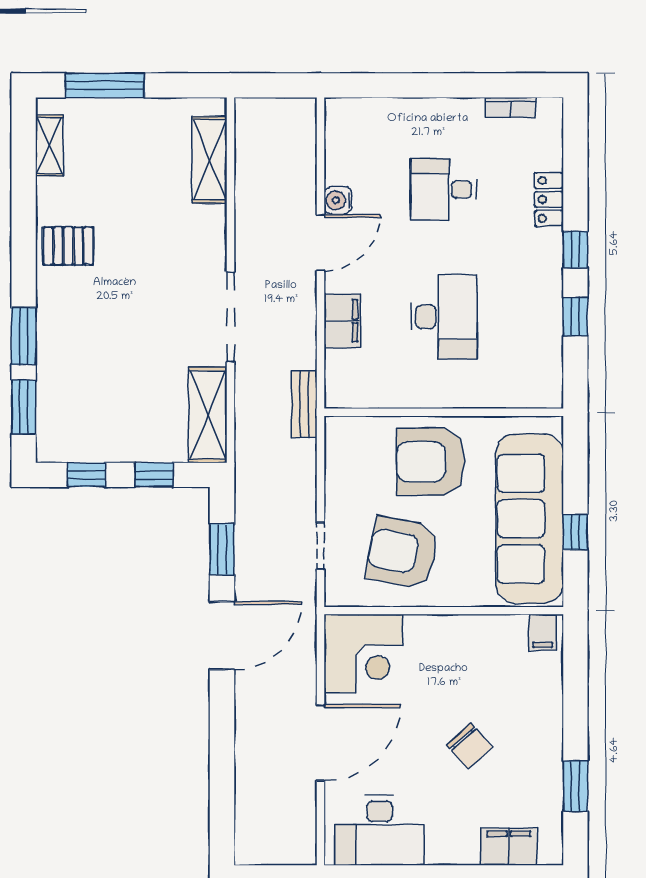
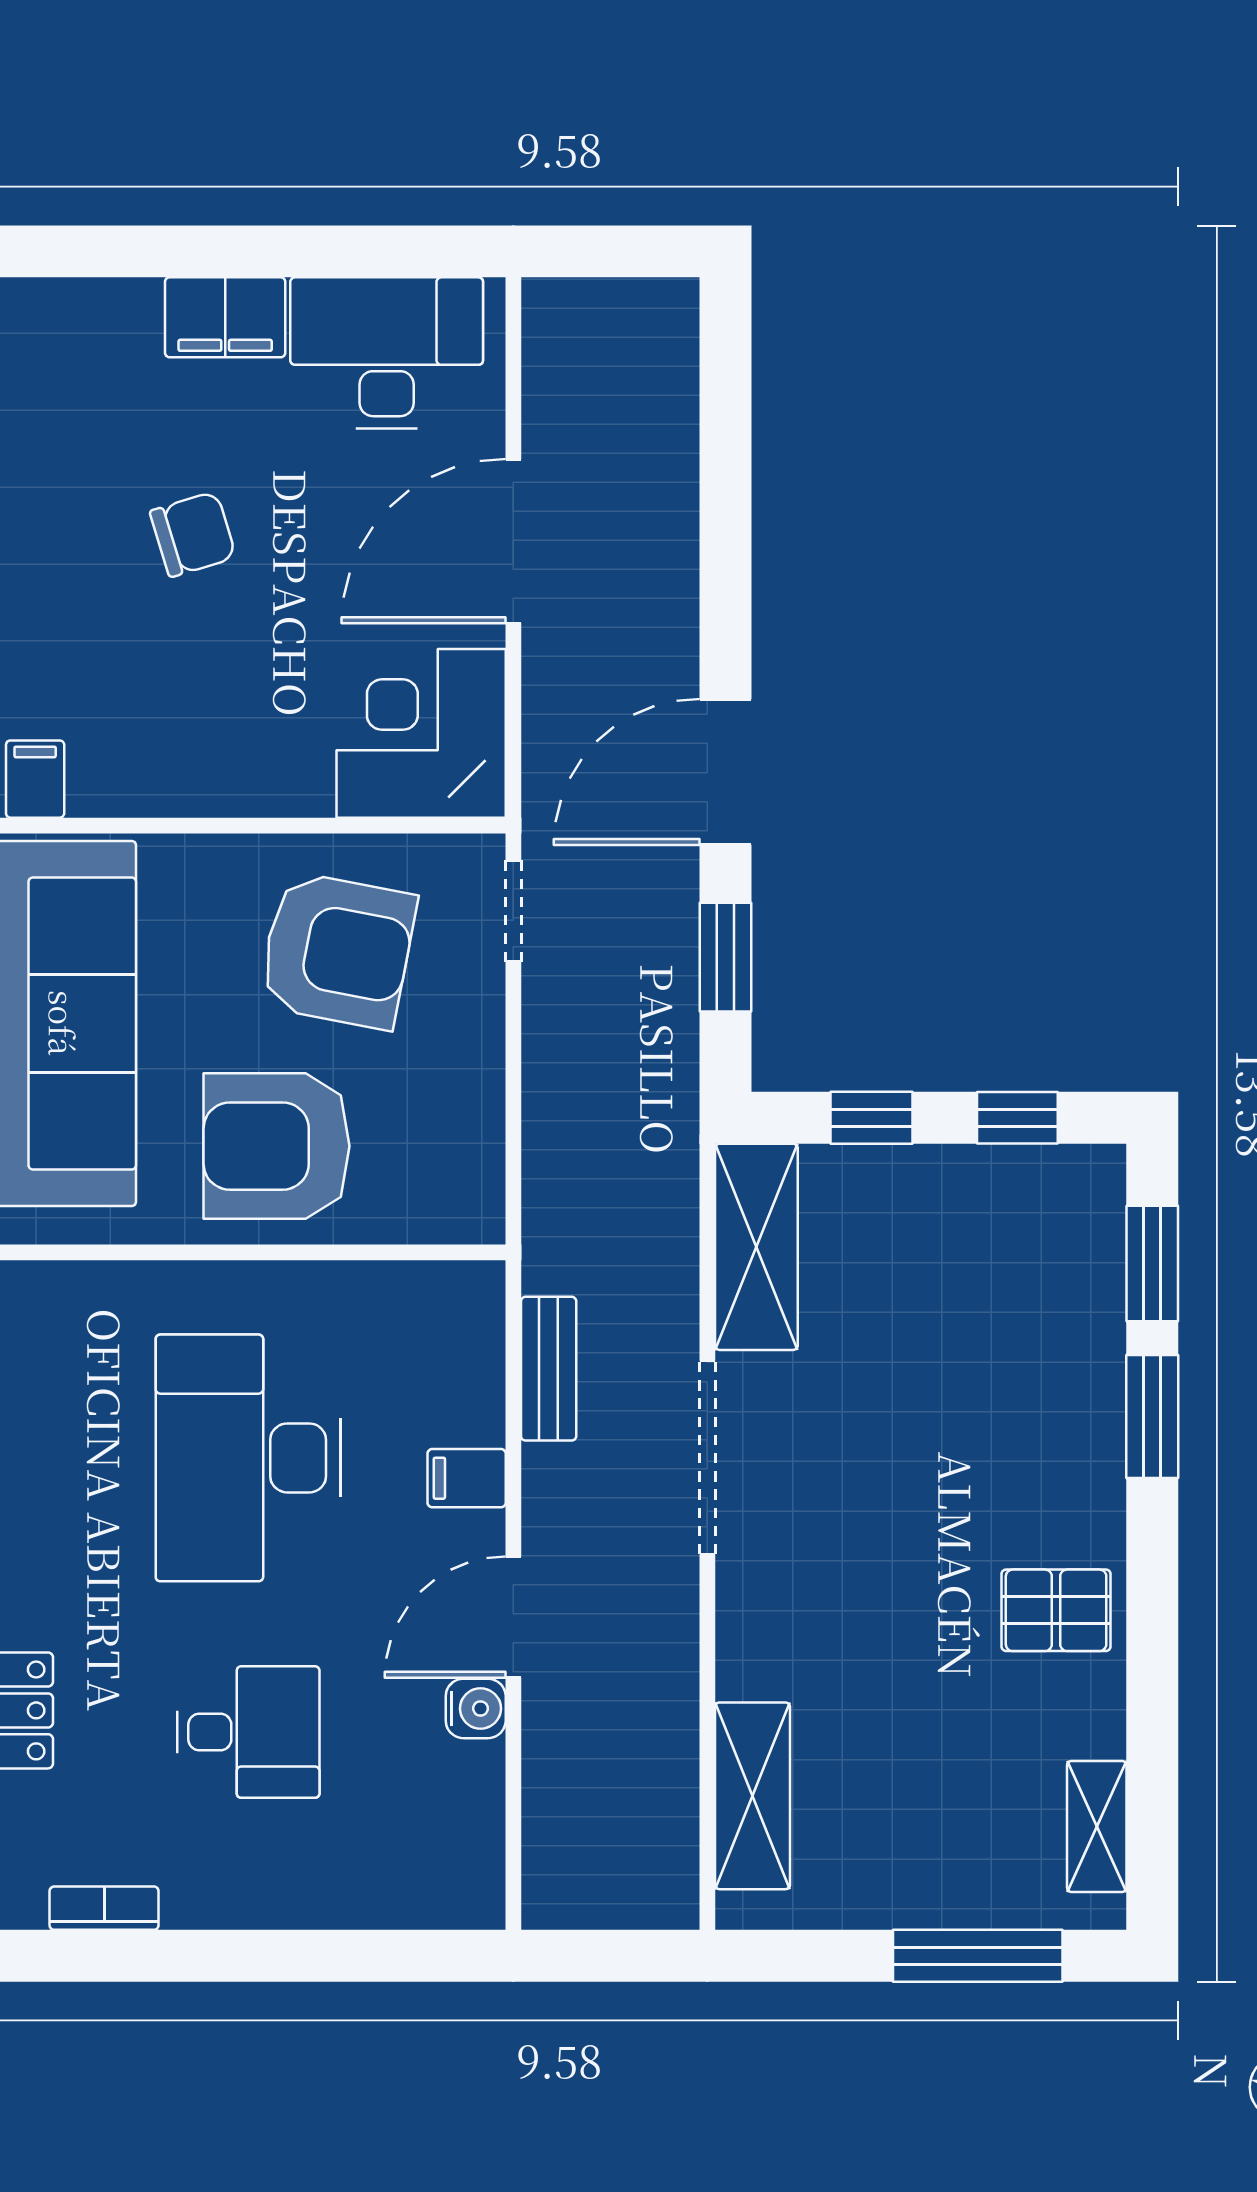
desk: (444, 317) -> (248, 1458), width x1.36, depth x1.30
filing cabinet: (342, 321) -> (467, 1478), width x0.50
bench: (304, 404) -> (549, 1369), moved
armchair: (431, 462) -> (277, 1146), turned 180
doorway: (321, 546) -> (513, 911), moved
chair: (469, 746) -> (193, 534), turned 115
filing cabinet: (509, 847) -> (225, 317), moved

